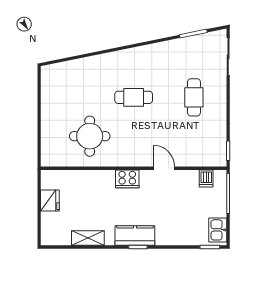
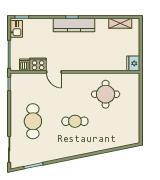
cafe table: (194, 97) -> (33, 121), width x1.37, depth x1.35
cooker: (127, 179) -> (38, 64), moved
fridge: (50, 201) -> (133, 63), moved
kitchen counter: (135, 236) -> (74, 25), width x1.50
shelving: (88, 238) -> (120, 23), moved

